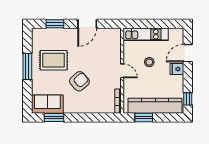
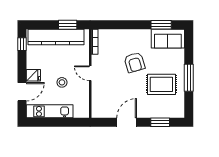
kitchen unit: (146, 34) -> (50, 111), moved
armchair: (79, 81) -> (135, 62), turned -64

